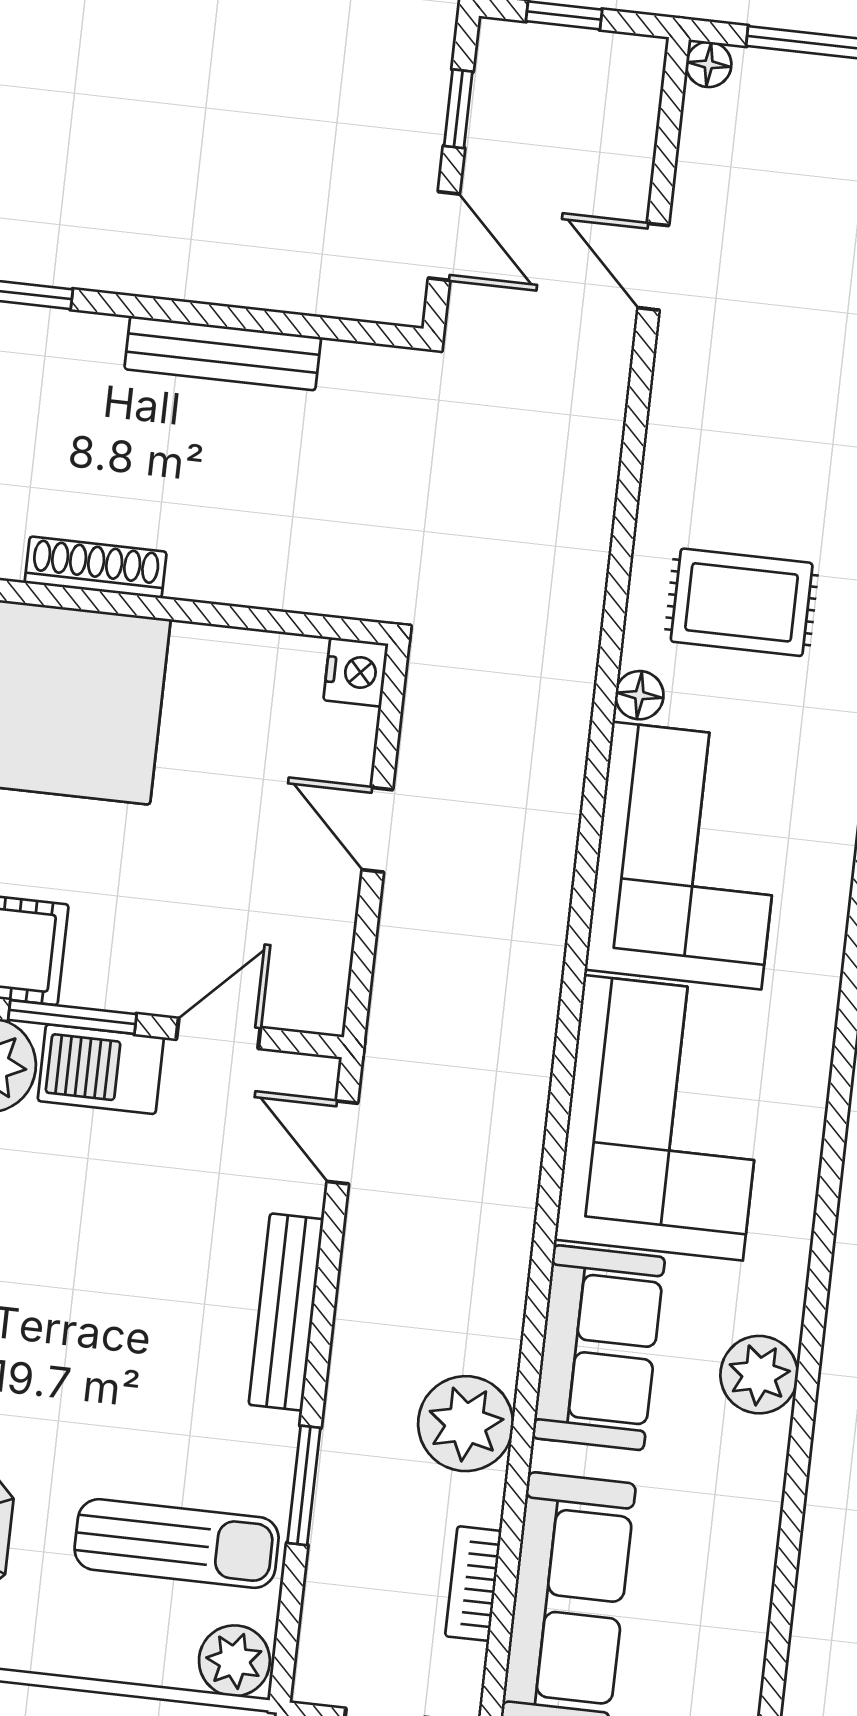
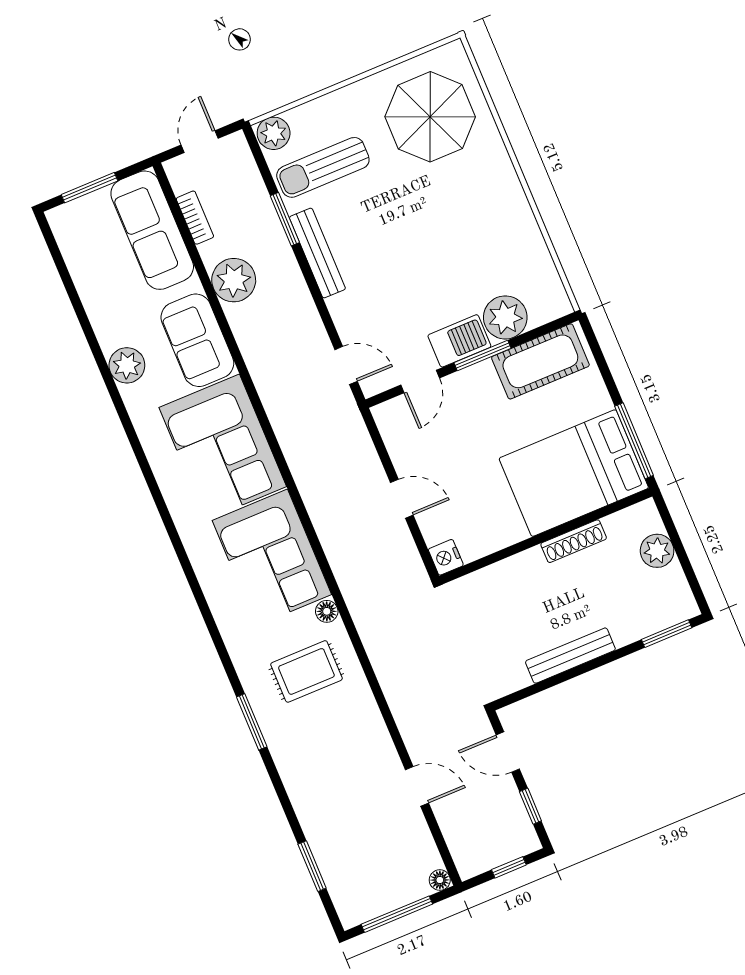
bench: (286, 1312) -> (317, 253), moved

